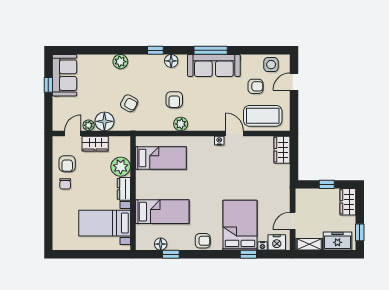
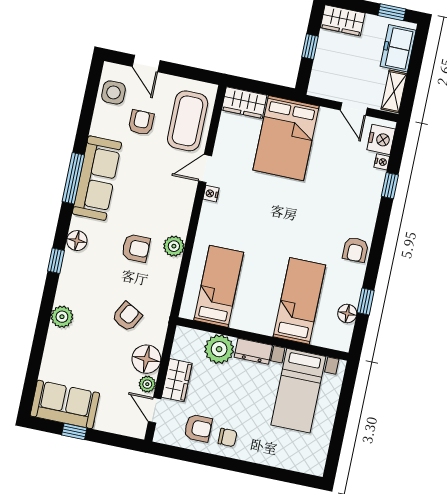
bed: (240, 225) -> (286, 138), moved, turned -90
armchair: (203, 241) -> (355, 250), turned 180

